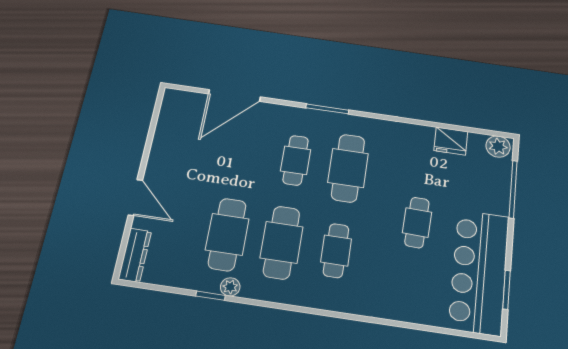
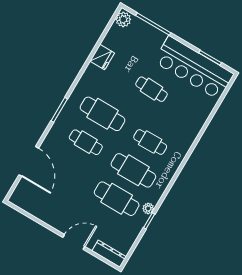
fridge: (451, 141) -> (102, 57), moved

